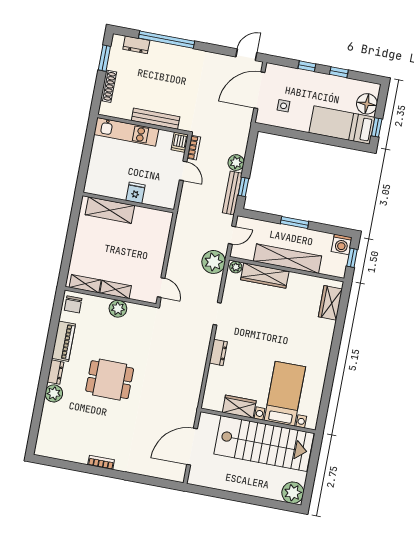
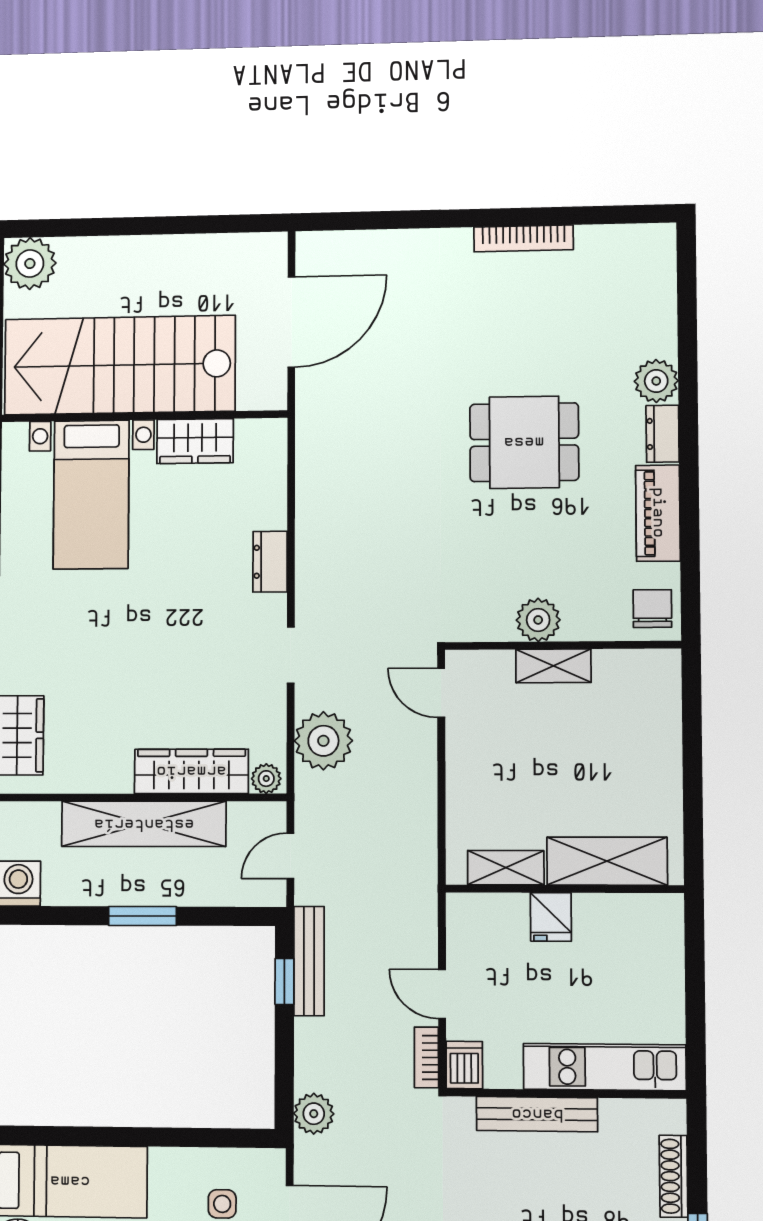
plant: (236, 163) -> (314, 1114), moved
plant: (214, 262) -> (323, 741), moved
shelving: (85, 284) -> (506, 868), moved
bookcase: (101, 462) -> (523, 238), width x1.56

